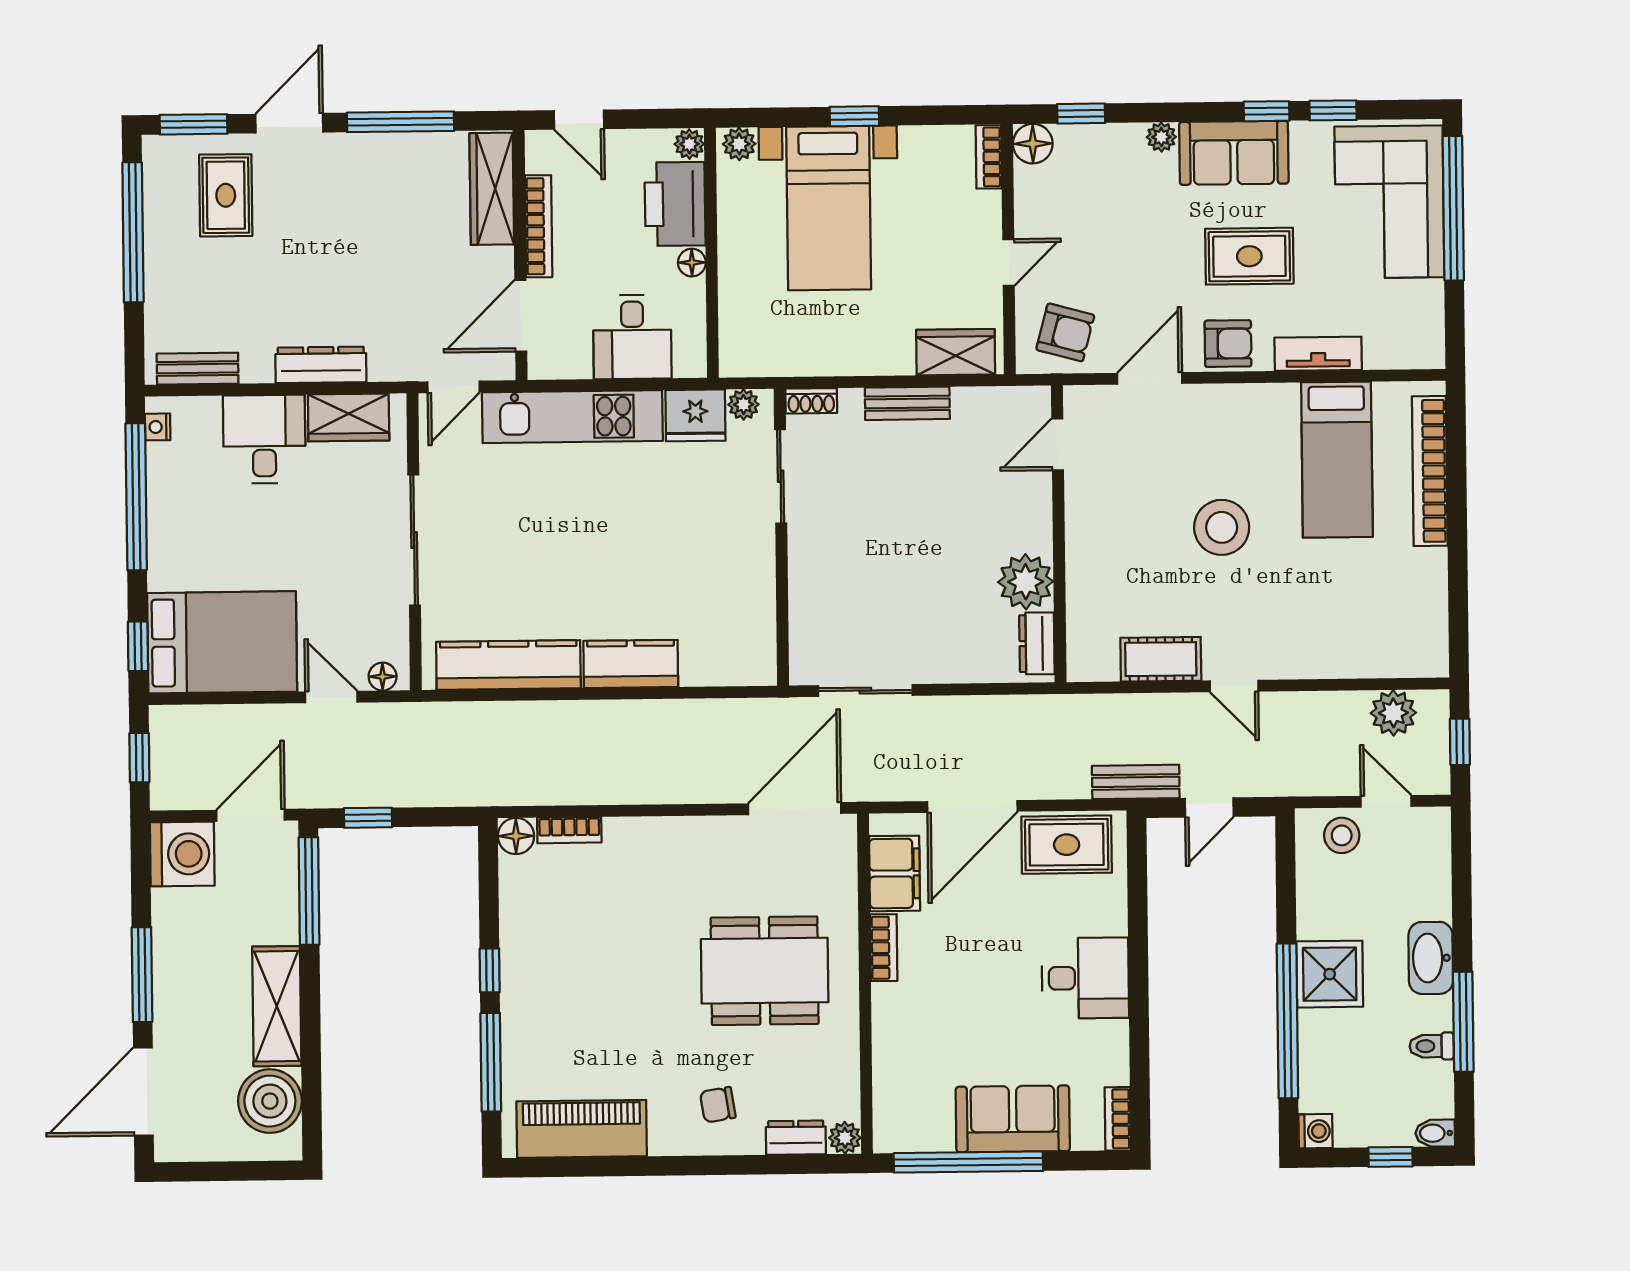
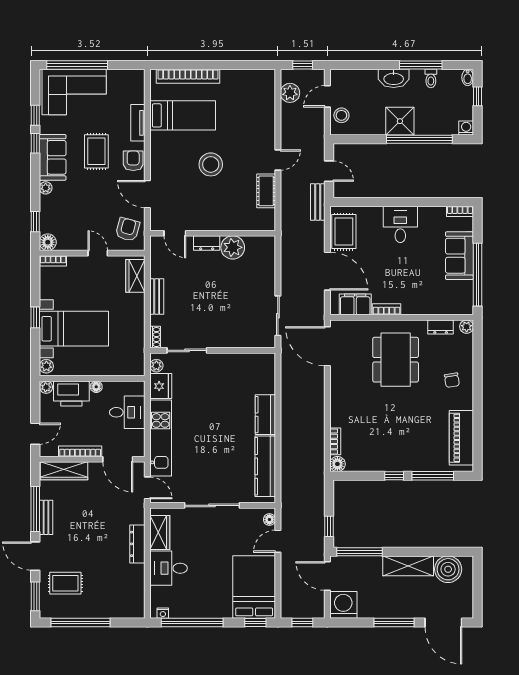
bench: (198, 369) -> (46, 517), moved
dresser: (1037, 643) -> (207, 243), moved
dresser: (796, 1138) -> (441, 327), moved, turned -90

